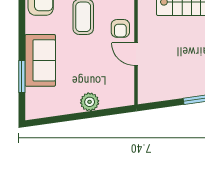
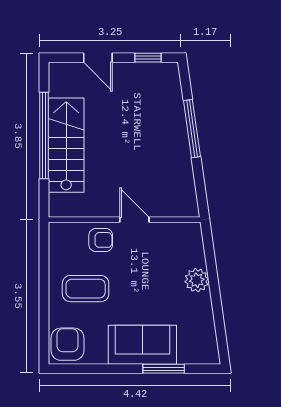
door: (136, 54) -> (134, 220), swing flipped

